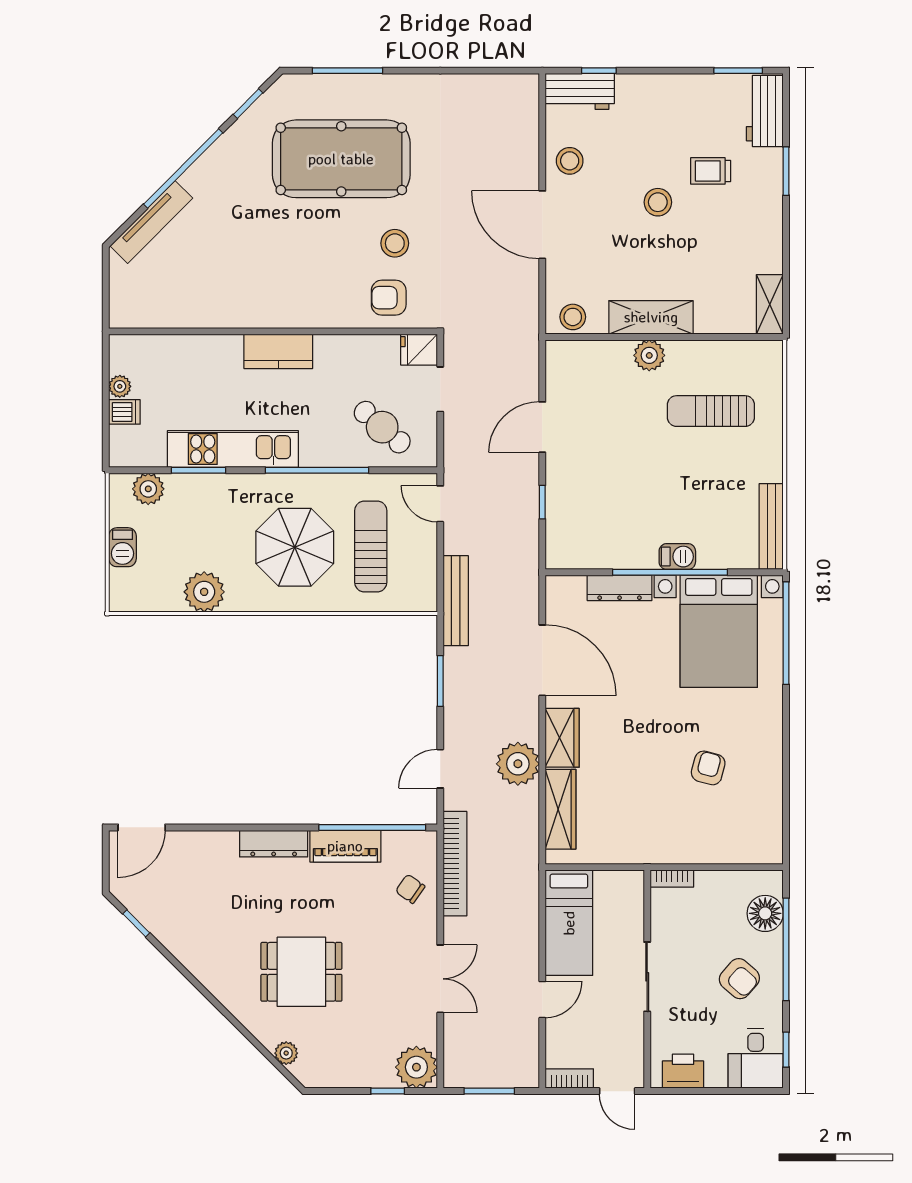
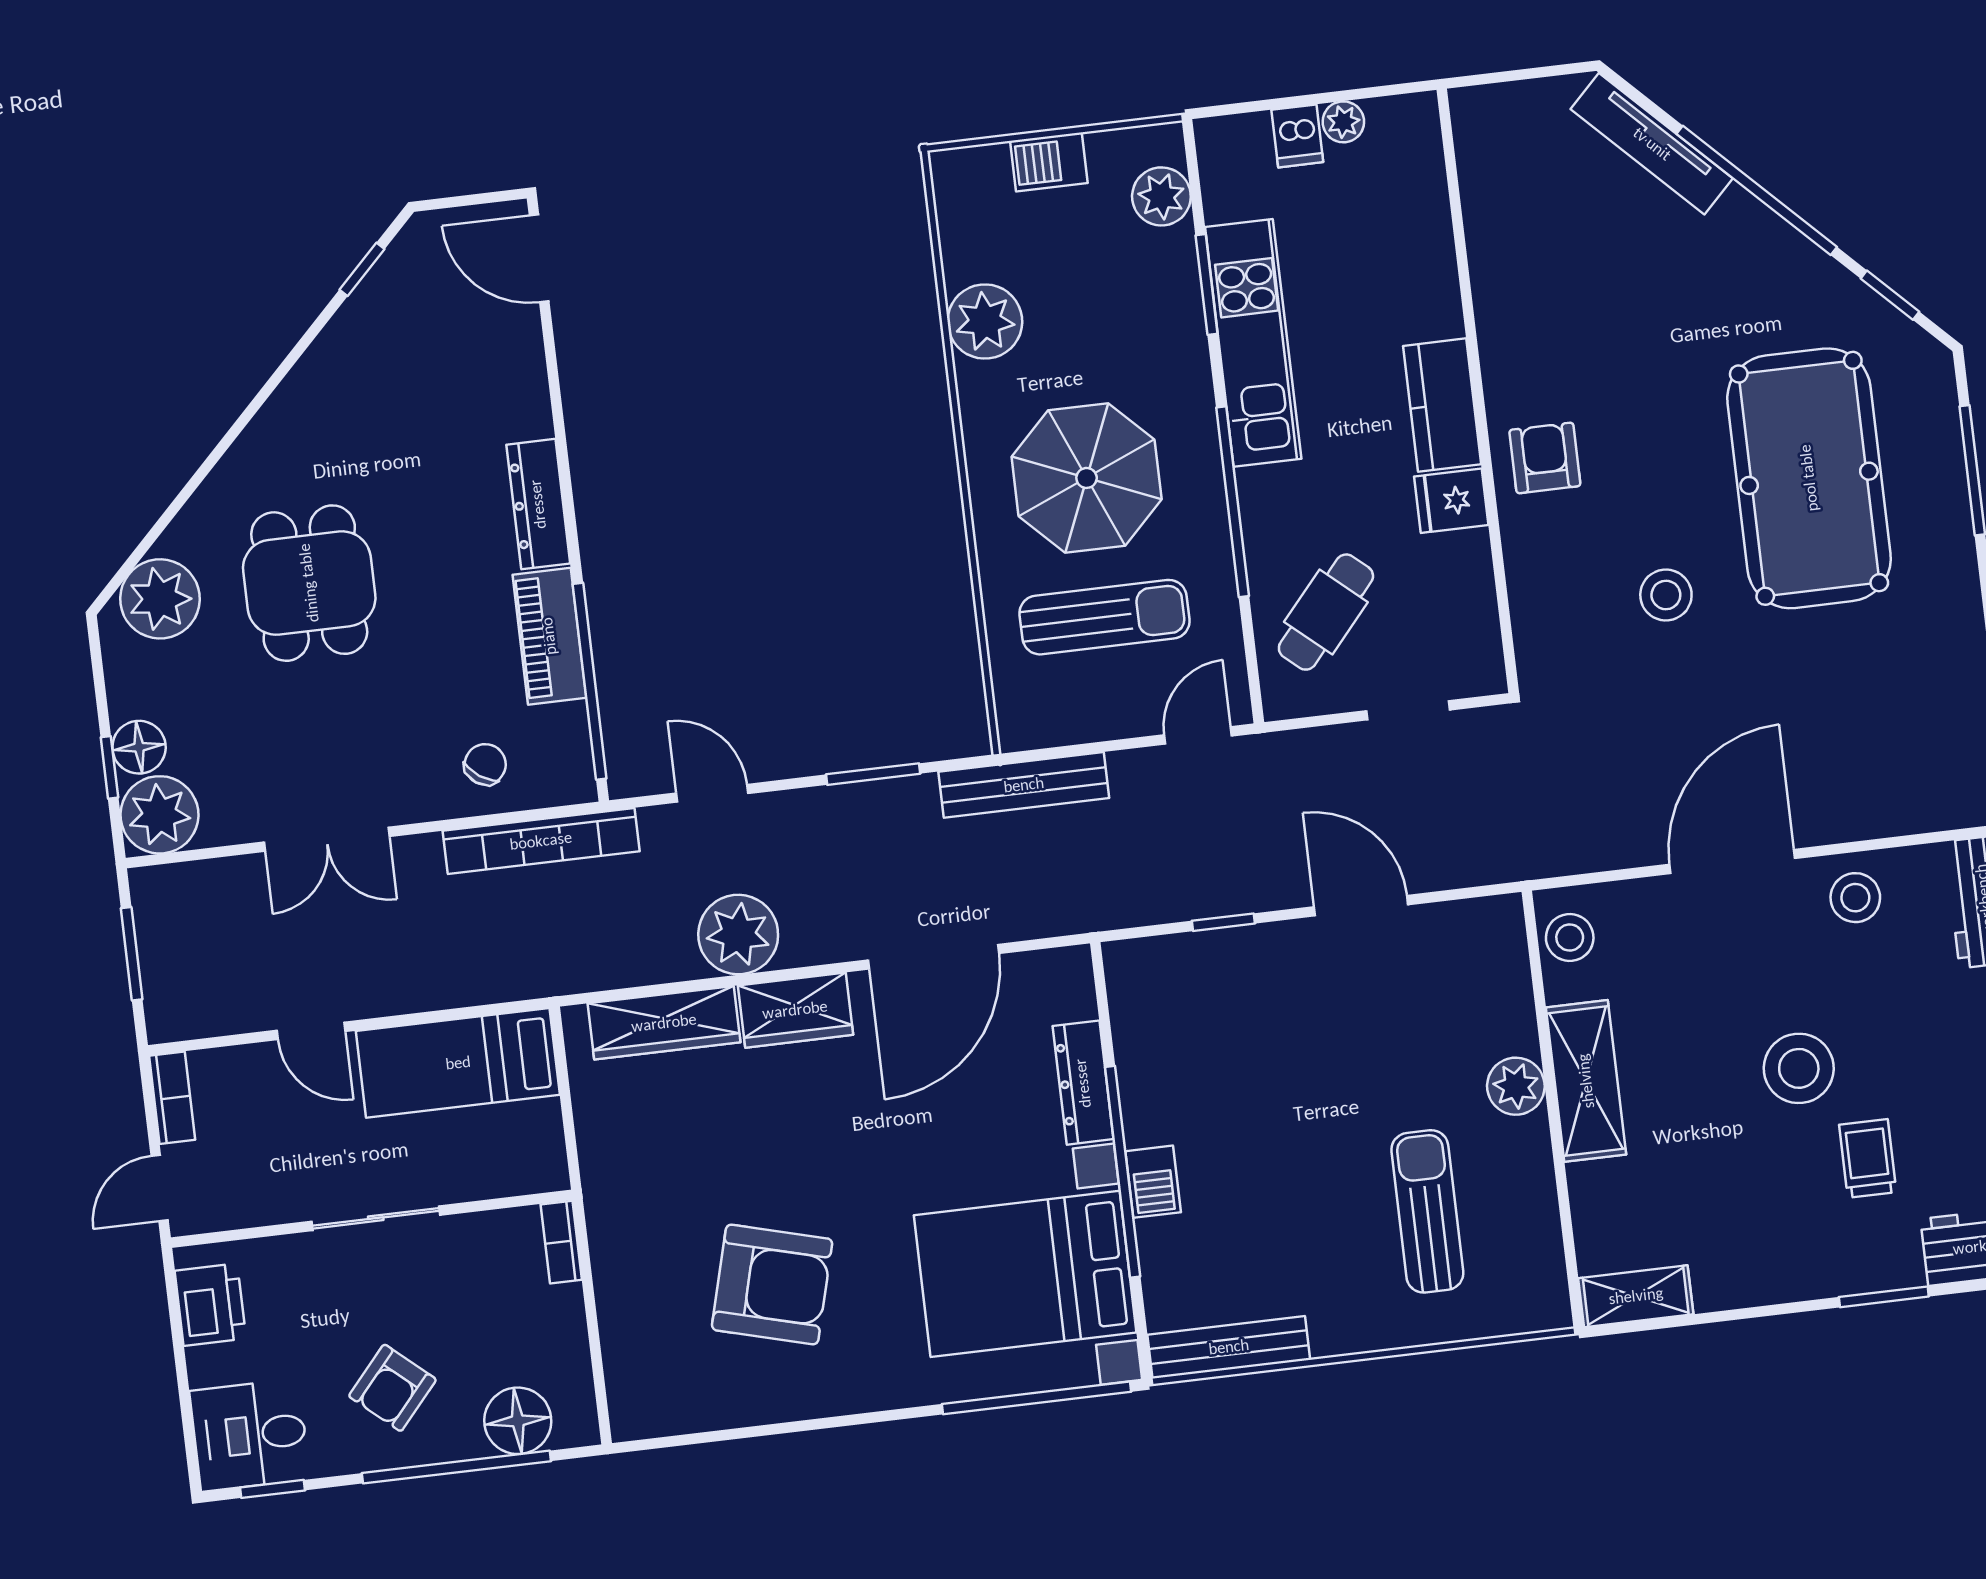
stool: (658, 202) -> (1799, 1068), width x1.38, depth x1.38
armchair: (389, 298) -> (1545, 458), moved
fridge: (419, 350) -> (1451, 501), moved, turned -90
armchair: (708, 768) -> (772, 1284), width x1.88, depth x1.88
plant: (286, 1053) -> (160, 599), width x1.87, depth x1.87
floor lamp: (379, 1074) -> (139, 747), added

